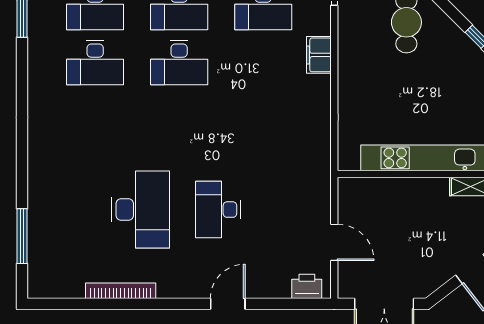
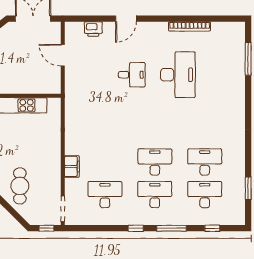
desk: (140, 210) -> (178, 75), turned 180
desk: (218, 210) -> (132, 75), width x0.73
printer: (307, 286) -> (93, 29), moved

